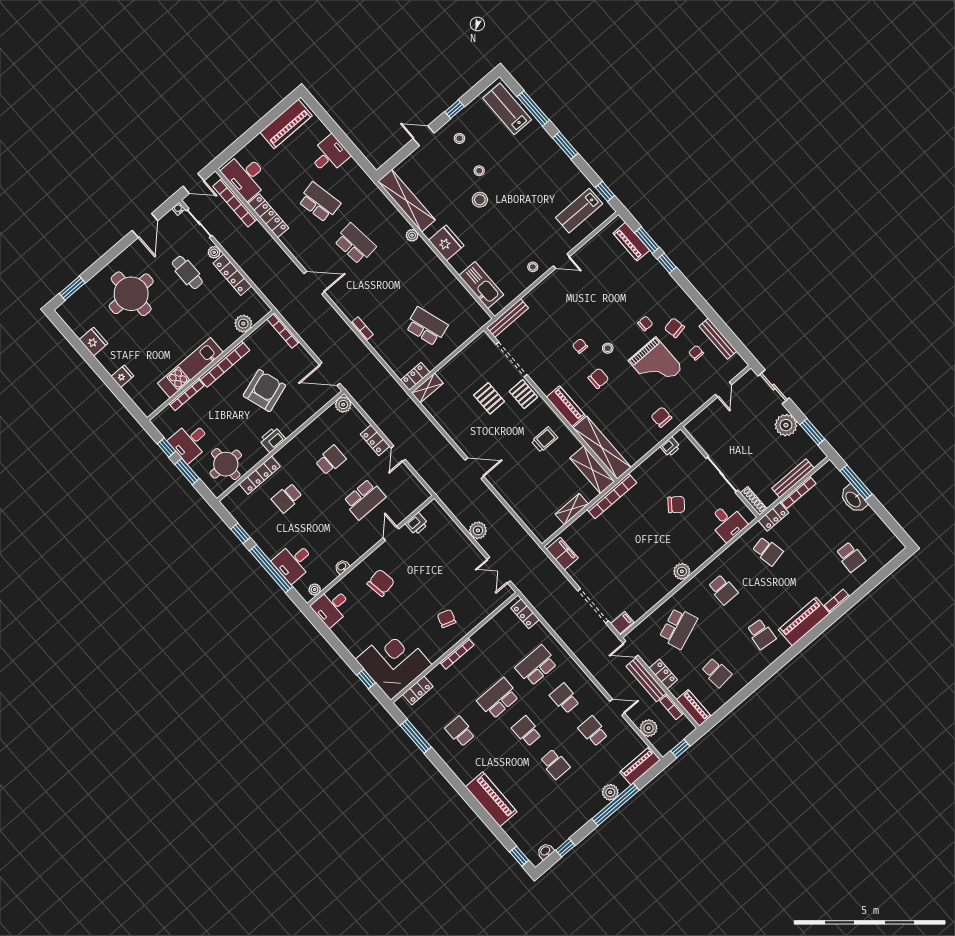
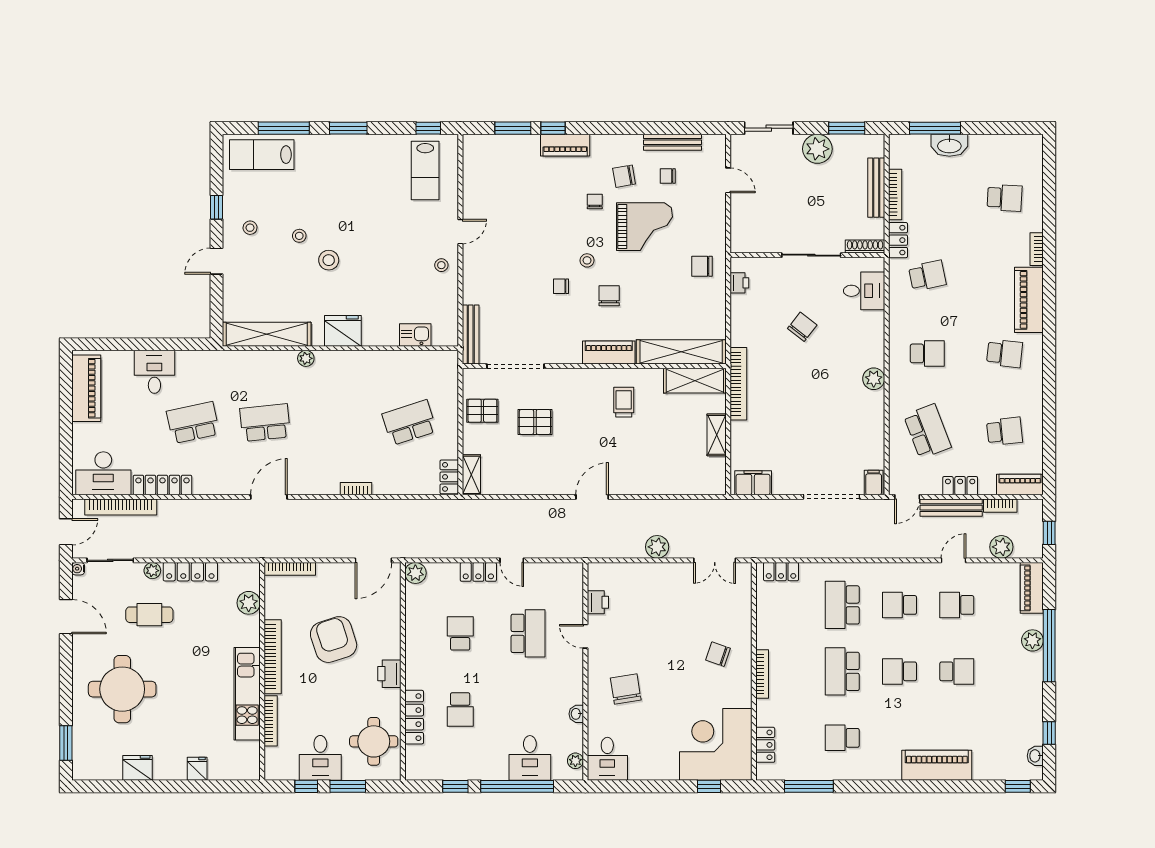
piano: (631, 242) -> (565, 145), moved
kitchen sink: (481, 285) -> (415, 335), width x0.53, depth x0.81
pallet: (523, 394) -> (482, 411), moved

